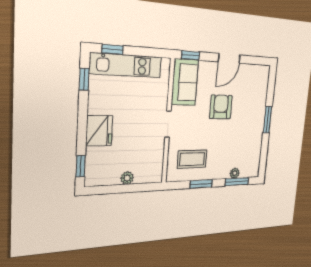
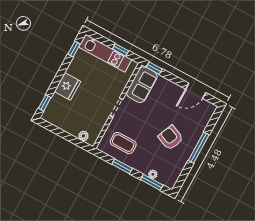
window: (113, 49) -> (121, 50), moved
door: (229, 58) -> (196, 91), moved
armchair: (221, 107) -> (171, 138), moved, turned -67
window: (267, 120) -> (199, 148), width x1.44
plant: (127, 178) -> (83, 136), moved

